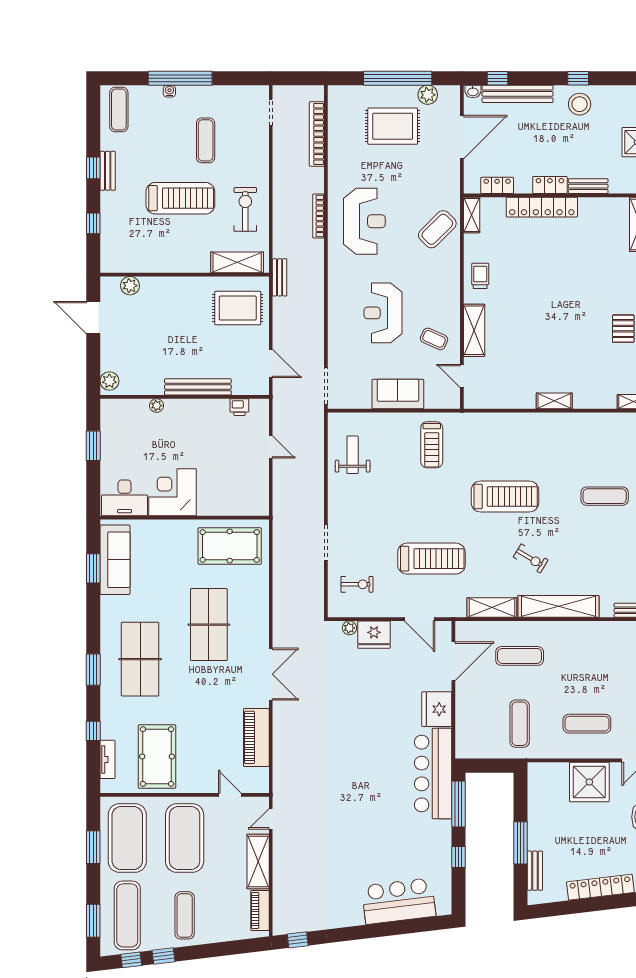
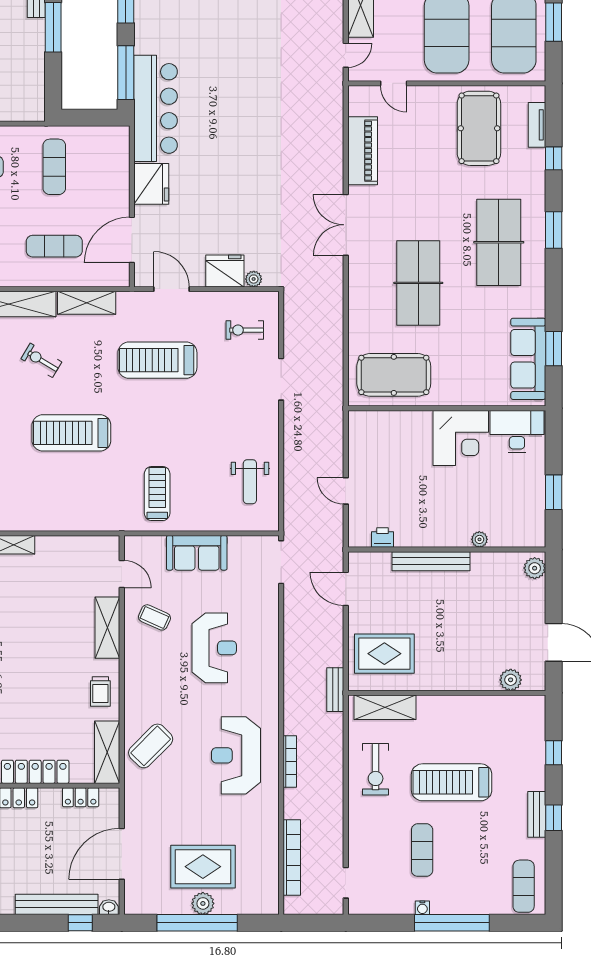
water cooler: (169, 91) -> (422, 908), moved
plant: (428, 95) -> (203, 903), moved
shelving: (472, 215) -> (107, 752), width x1.50, depth x1.33

